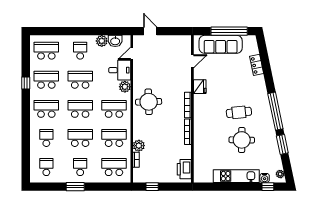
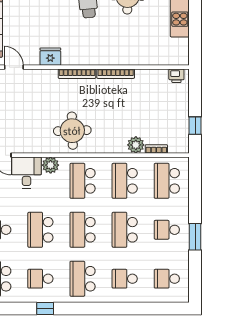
school desk: (46, 80) -> (40, 279), width x0.54
printer: (184, 169) -> (176, 76), width x0.53, depth x0.68

